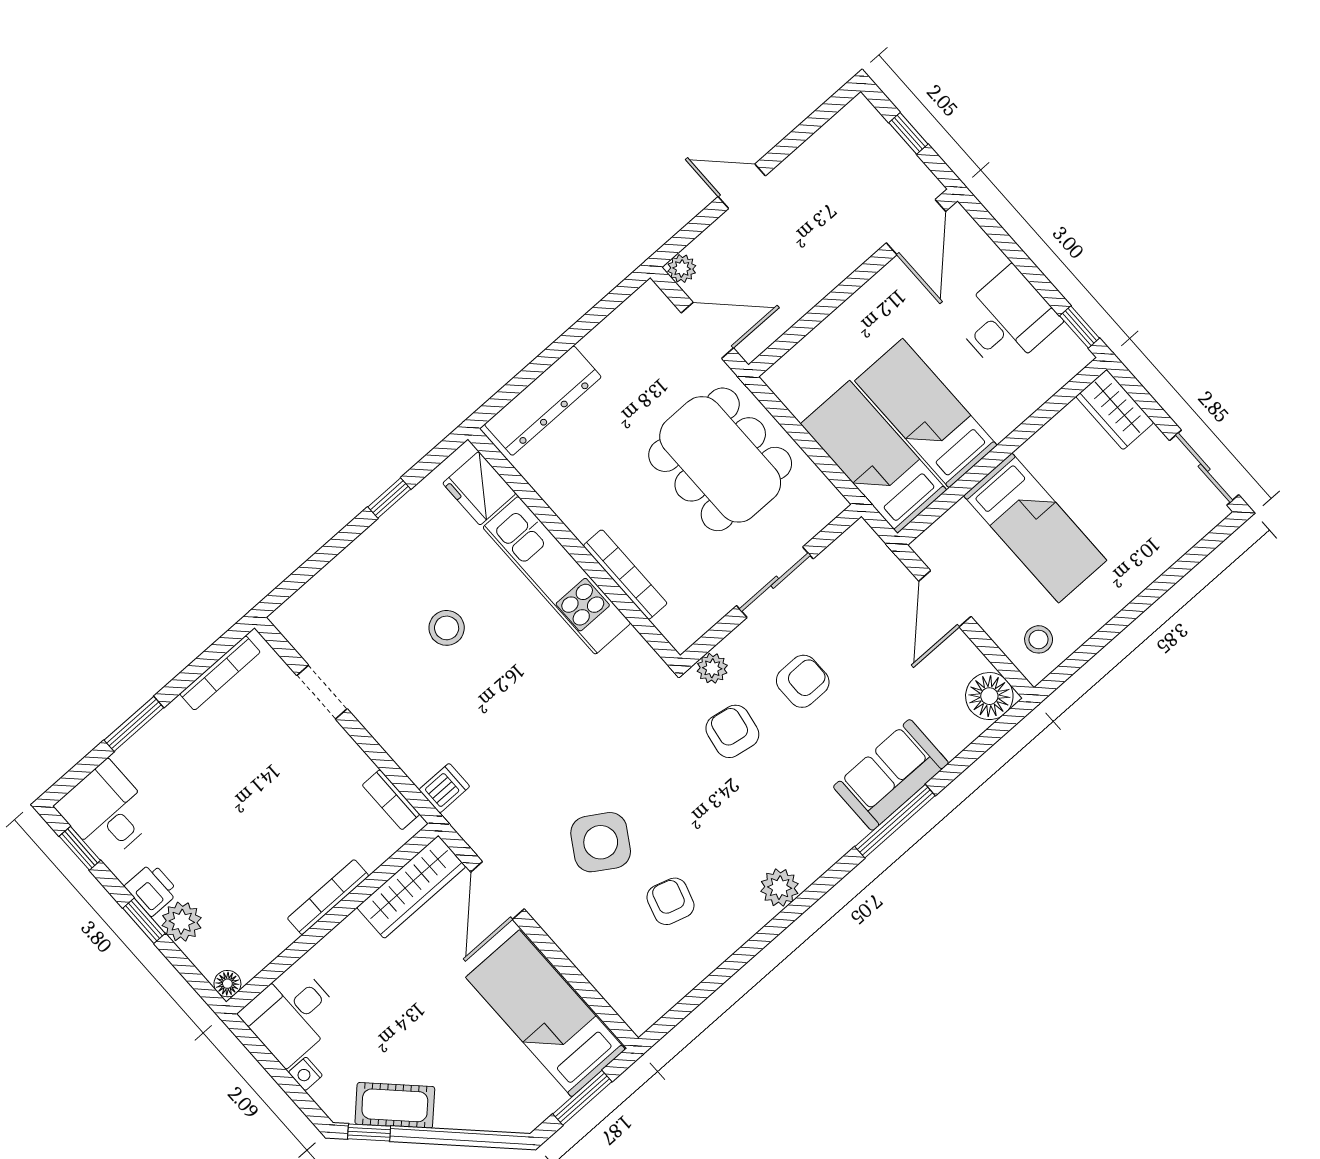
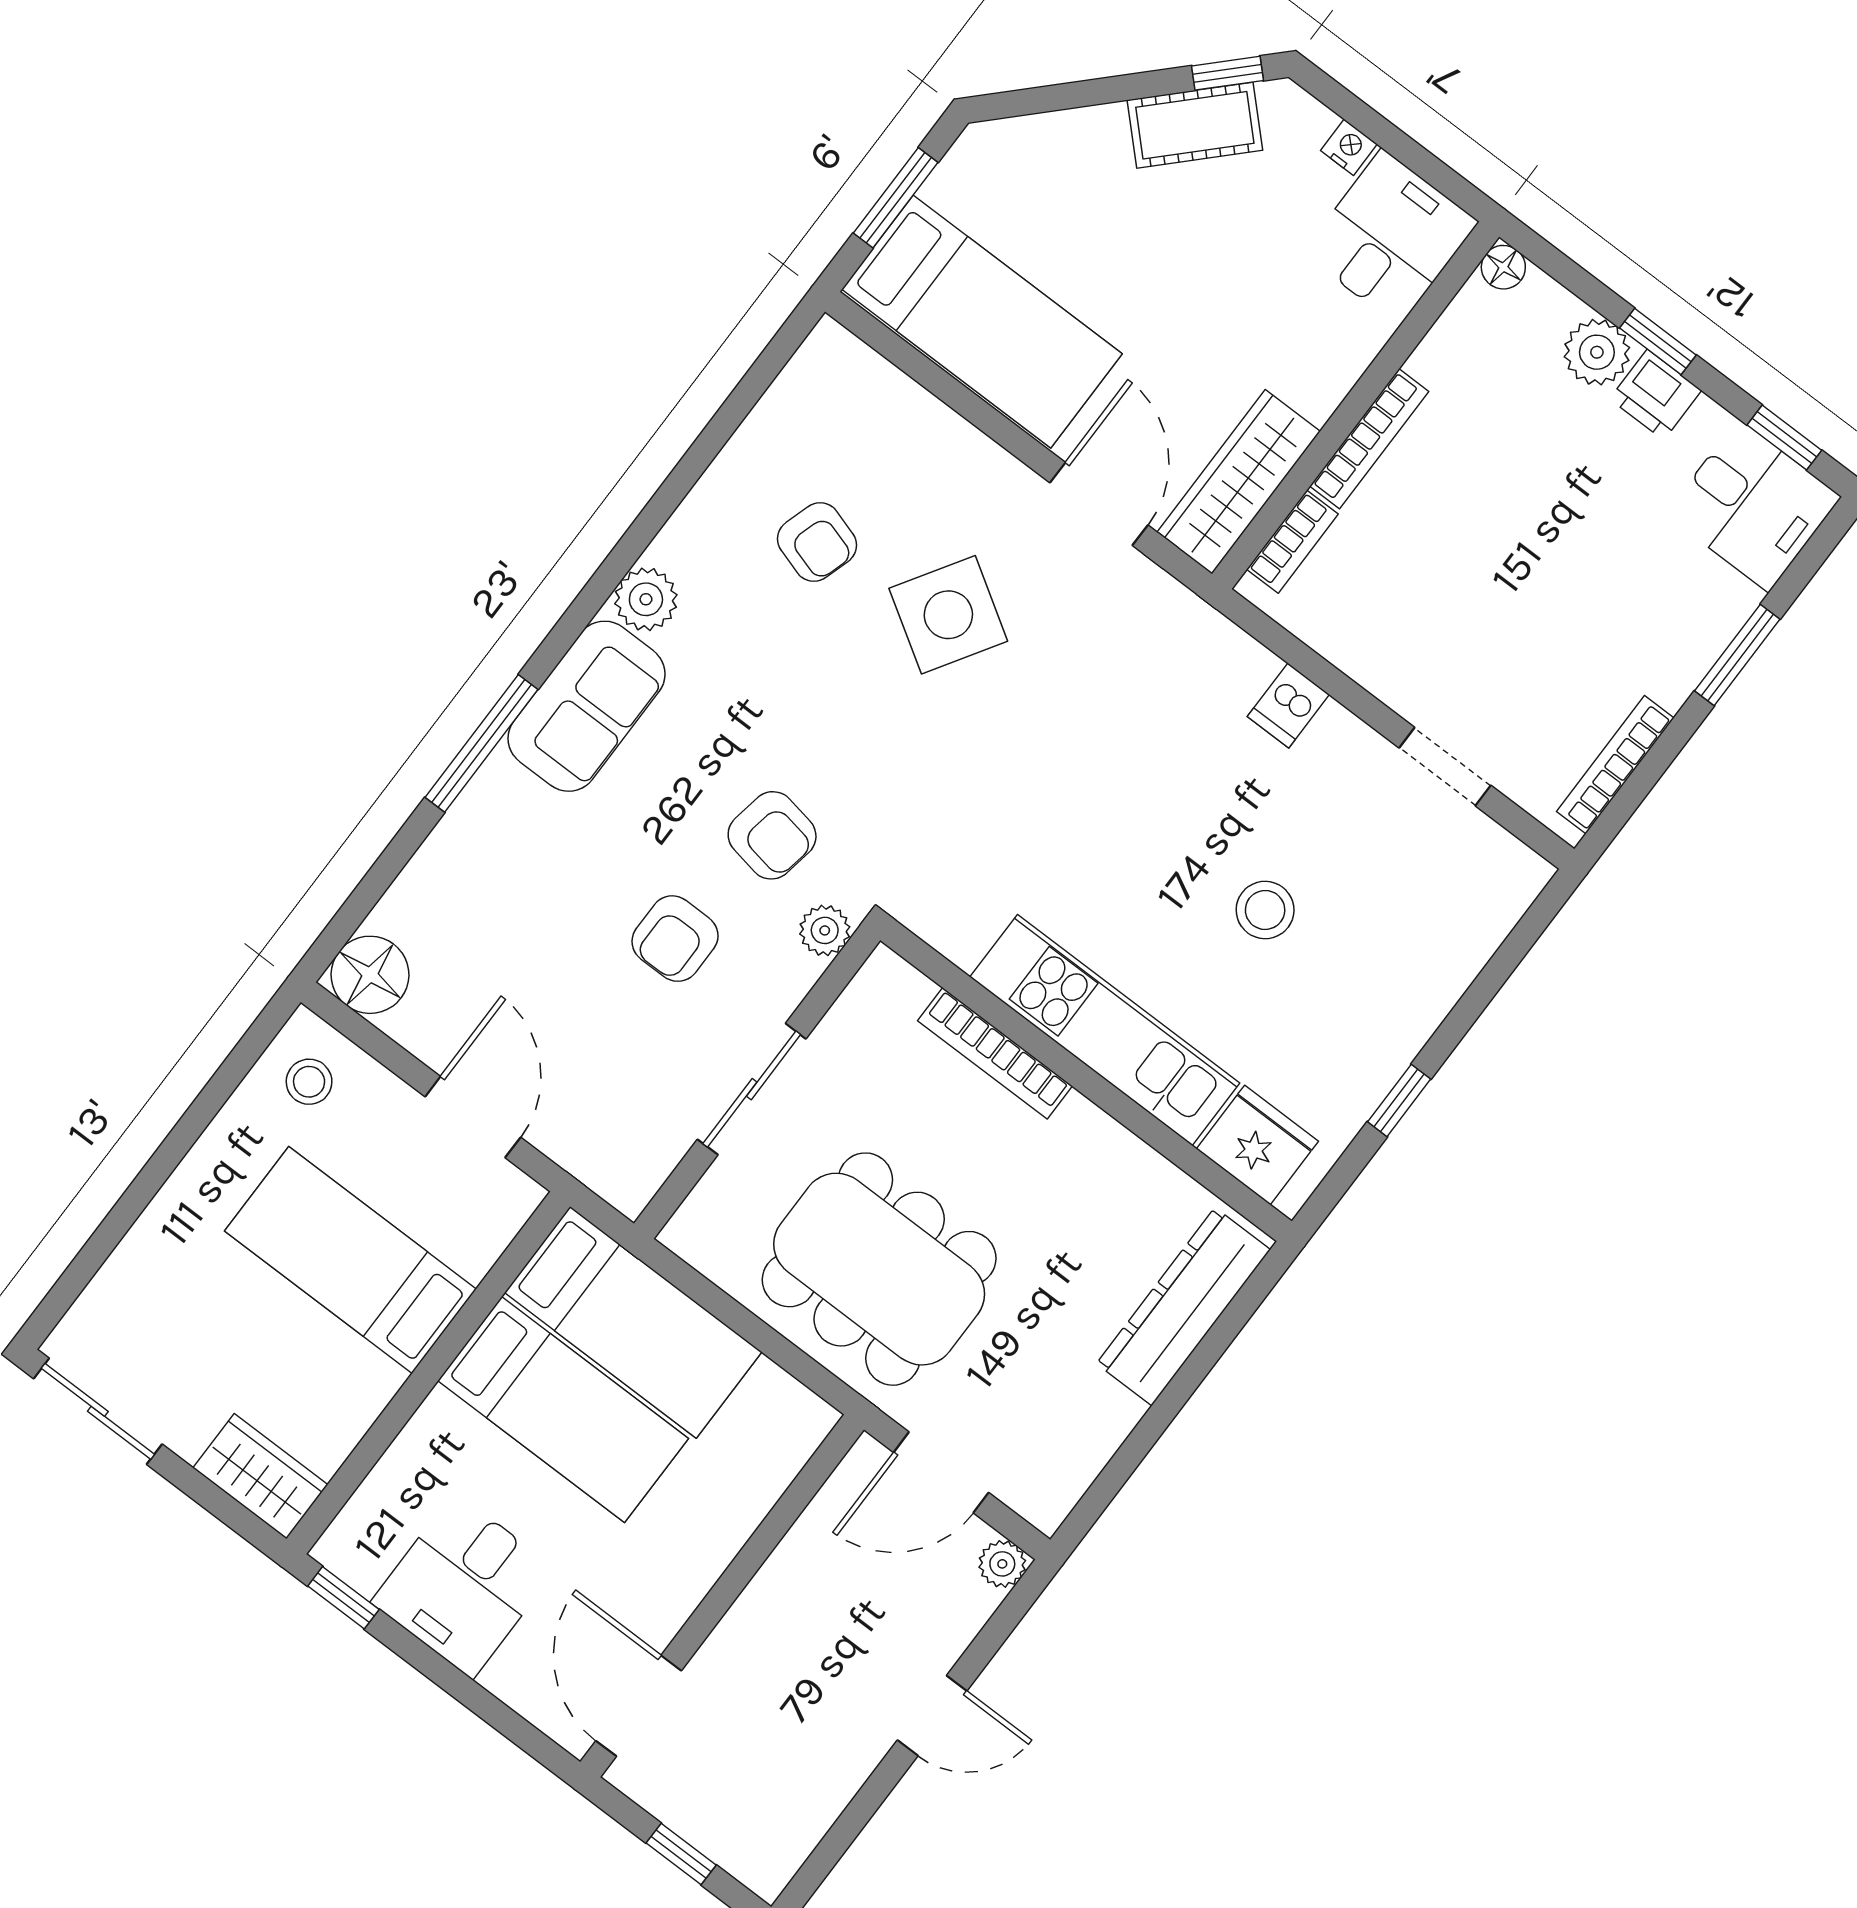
sofa: (891, 775) -> (587, 706), moved
dishwasher: (444, 788) -> (1288, 705), moved
bookcase: (391, 800) -> (1292, 542), moved, turned 90

